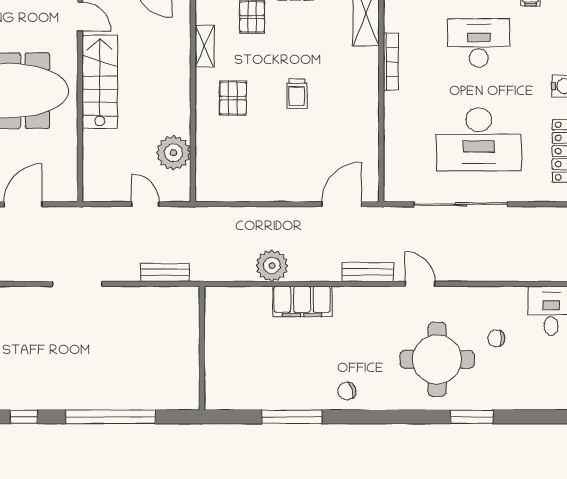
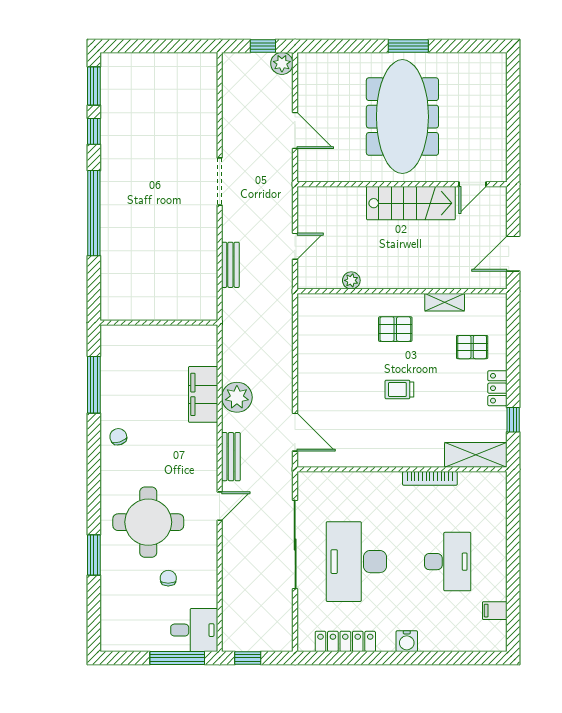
plant: (174, 153) -> (351, 280), width x0.53, depth x0.53
plant: (272, 266) -> (237, 397), moved
wall: (202, 348) -> (159, 323), moved

